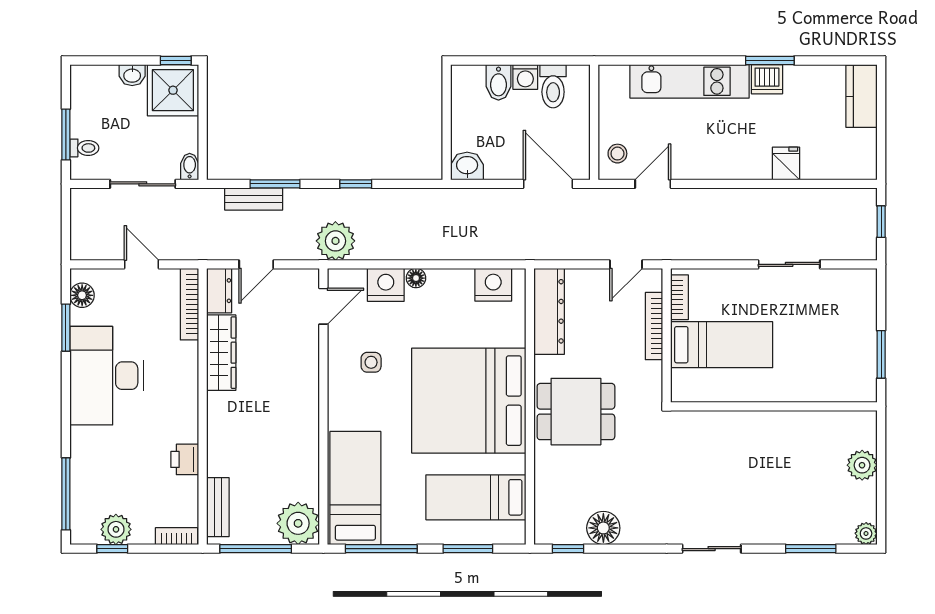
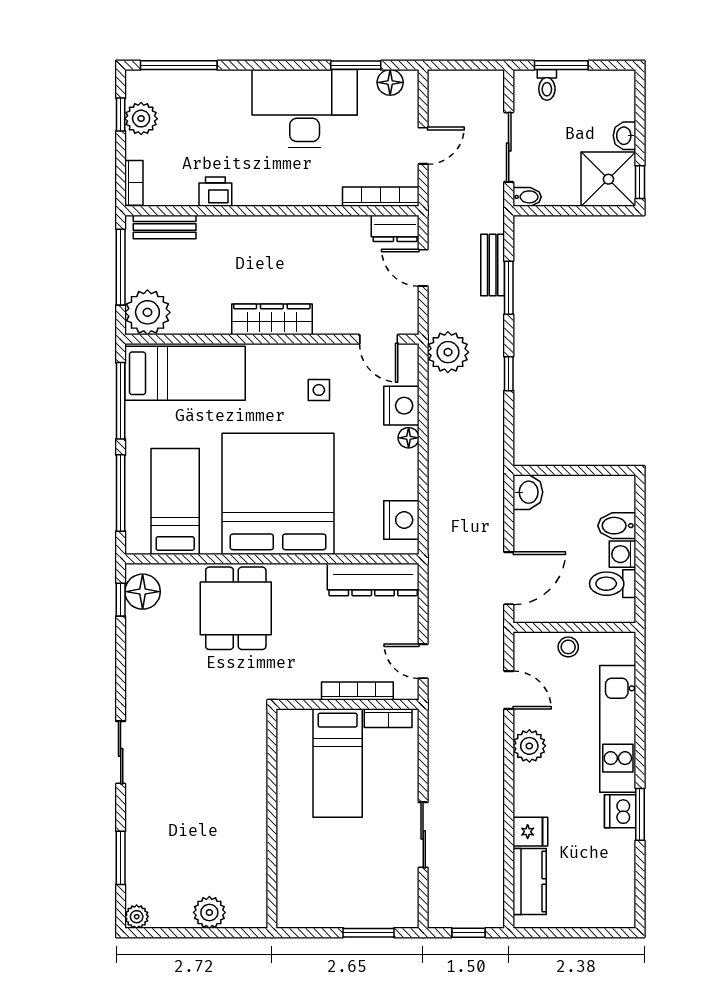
kitchen counter: (862, 96) -> (530, 882), moved, turned 90
stool: (617, 154) -> (568, 647), moved
plant: (706, 165) -> (529, 746), added
wardrobe: (221, 353) -> (272, 319), moved, turned 180
window: (881, 354) -> (368, 933), moved
dining table: (576, 412) -> (236, 608), moved
floor lamp: (603, 528) -> (143, 592), moved
window: (468, 549) -> (121, 493), width x1.44

